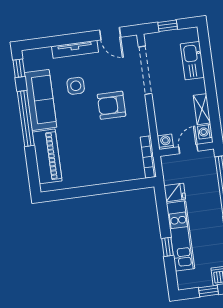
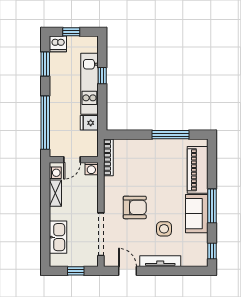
sofa: (40, 100) -> (197, 214), width x0.73
window: (26, 119) -> (212, 206), width x0.68
window: (83, 192) -> (171, 135), added

